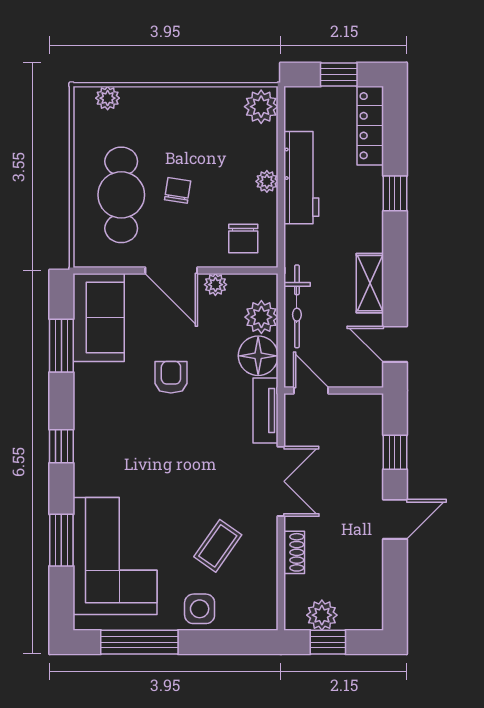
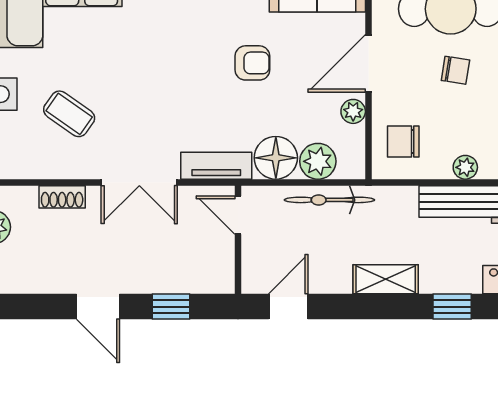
shelving: (370, 283) -> (386, 279), moved
door: (311, 390) -> (238, 215), swing flipped

